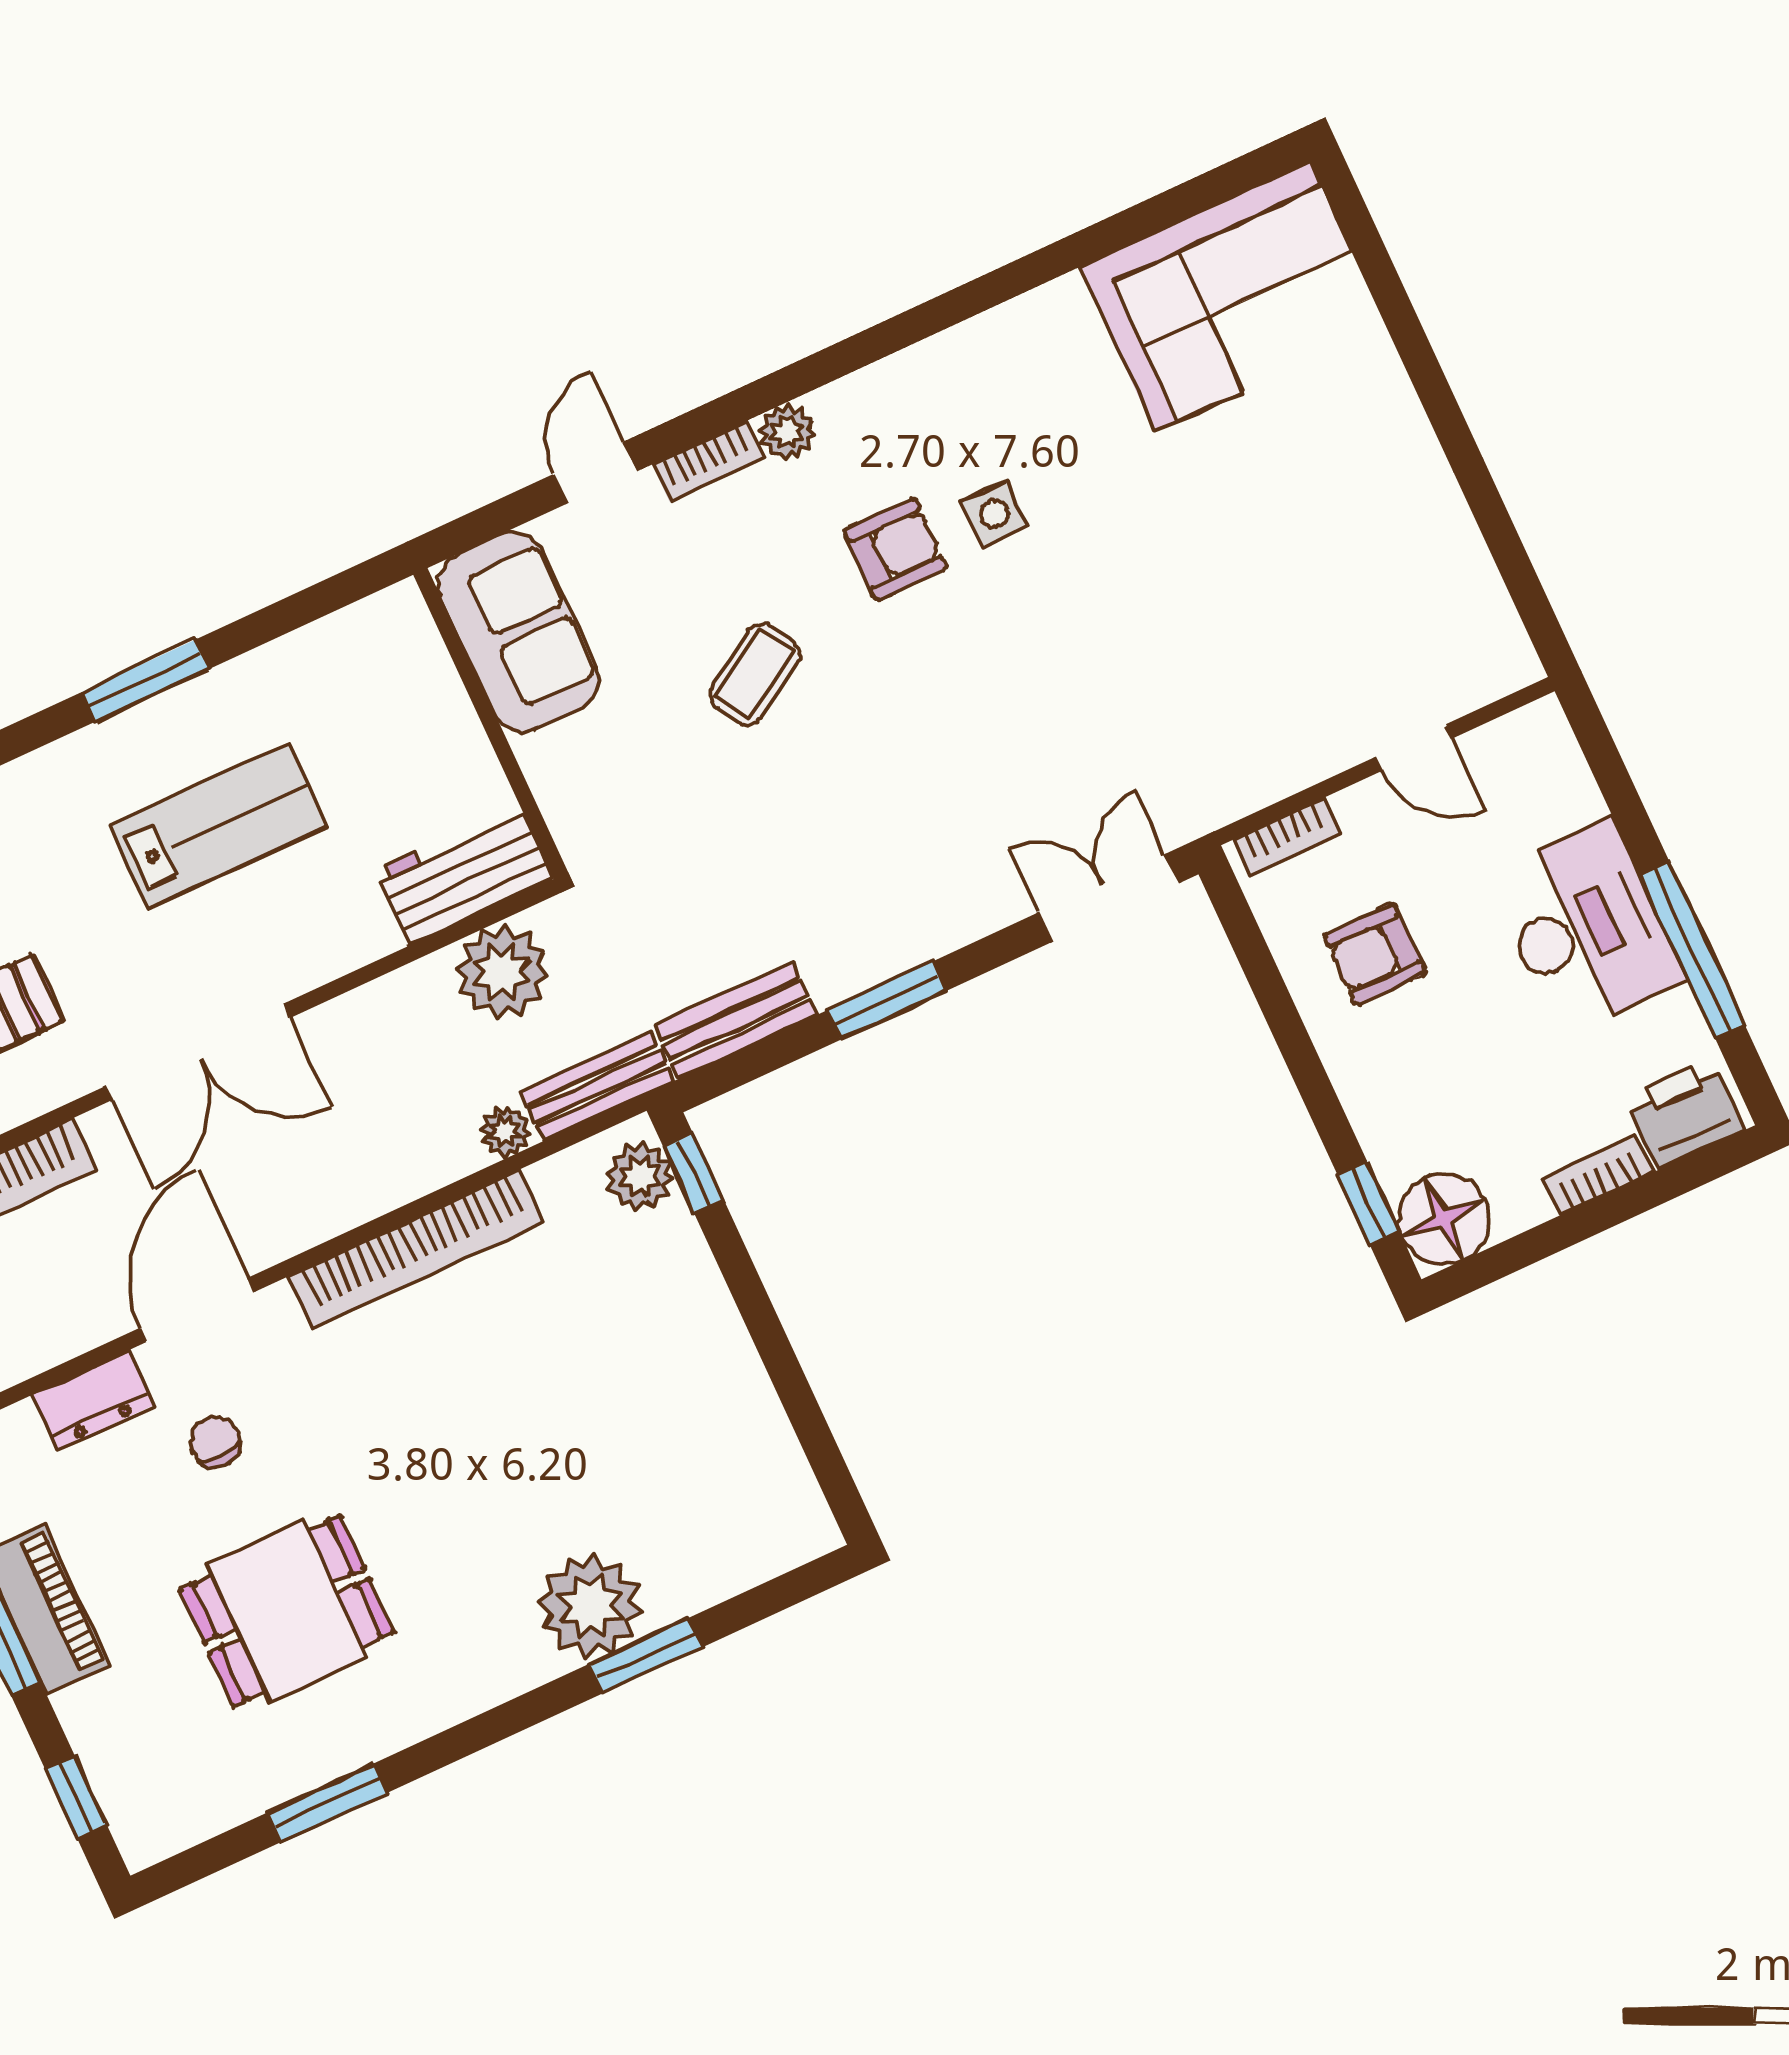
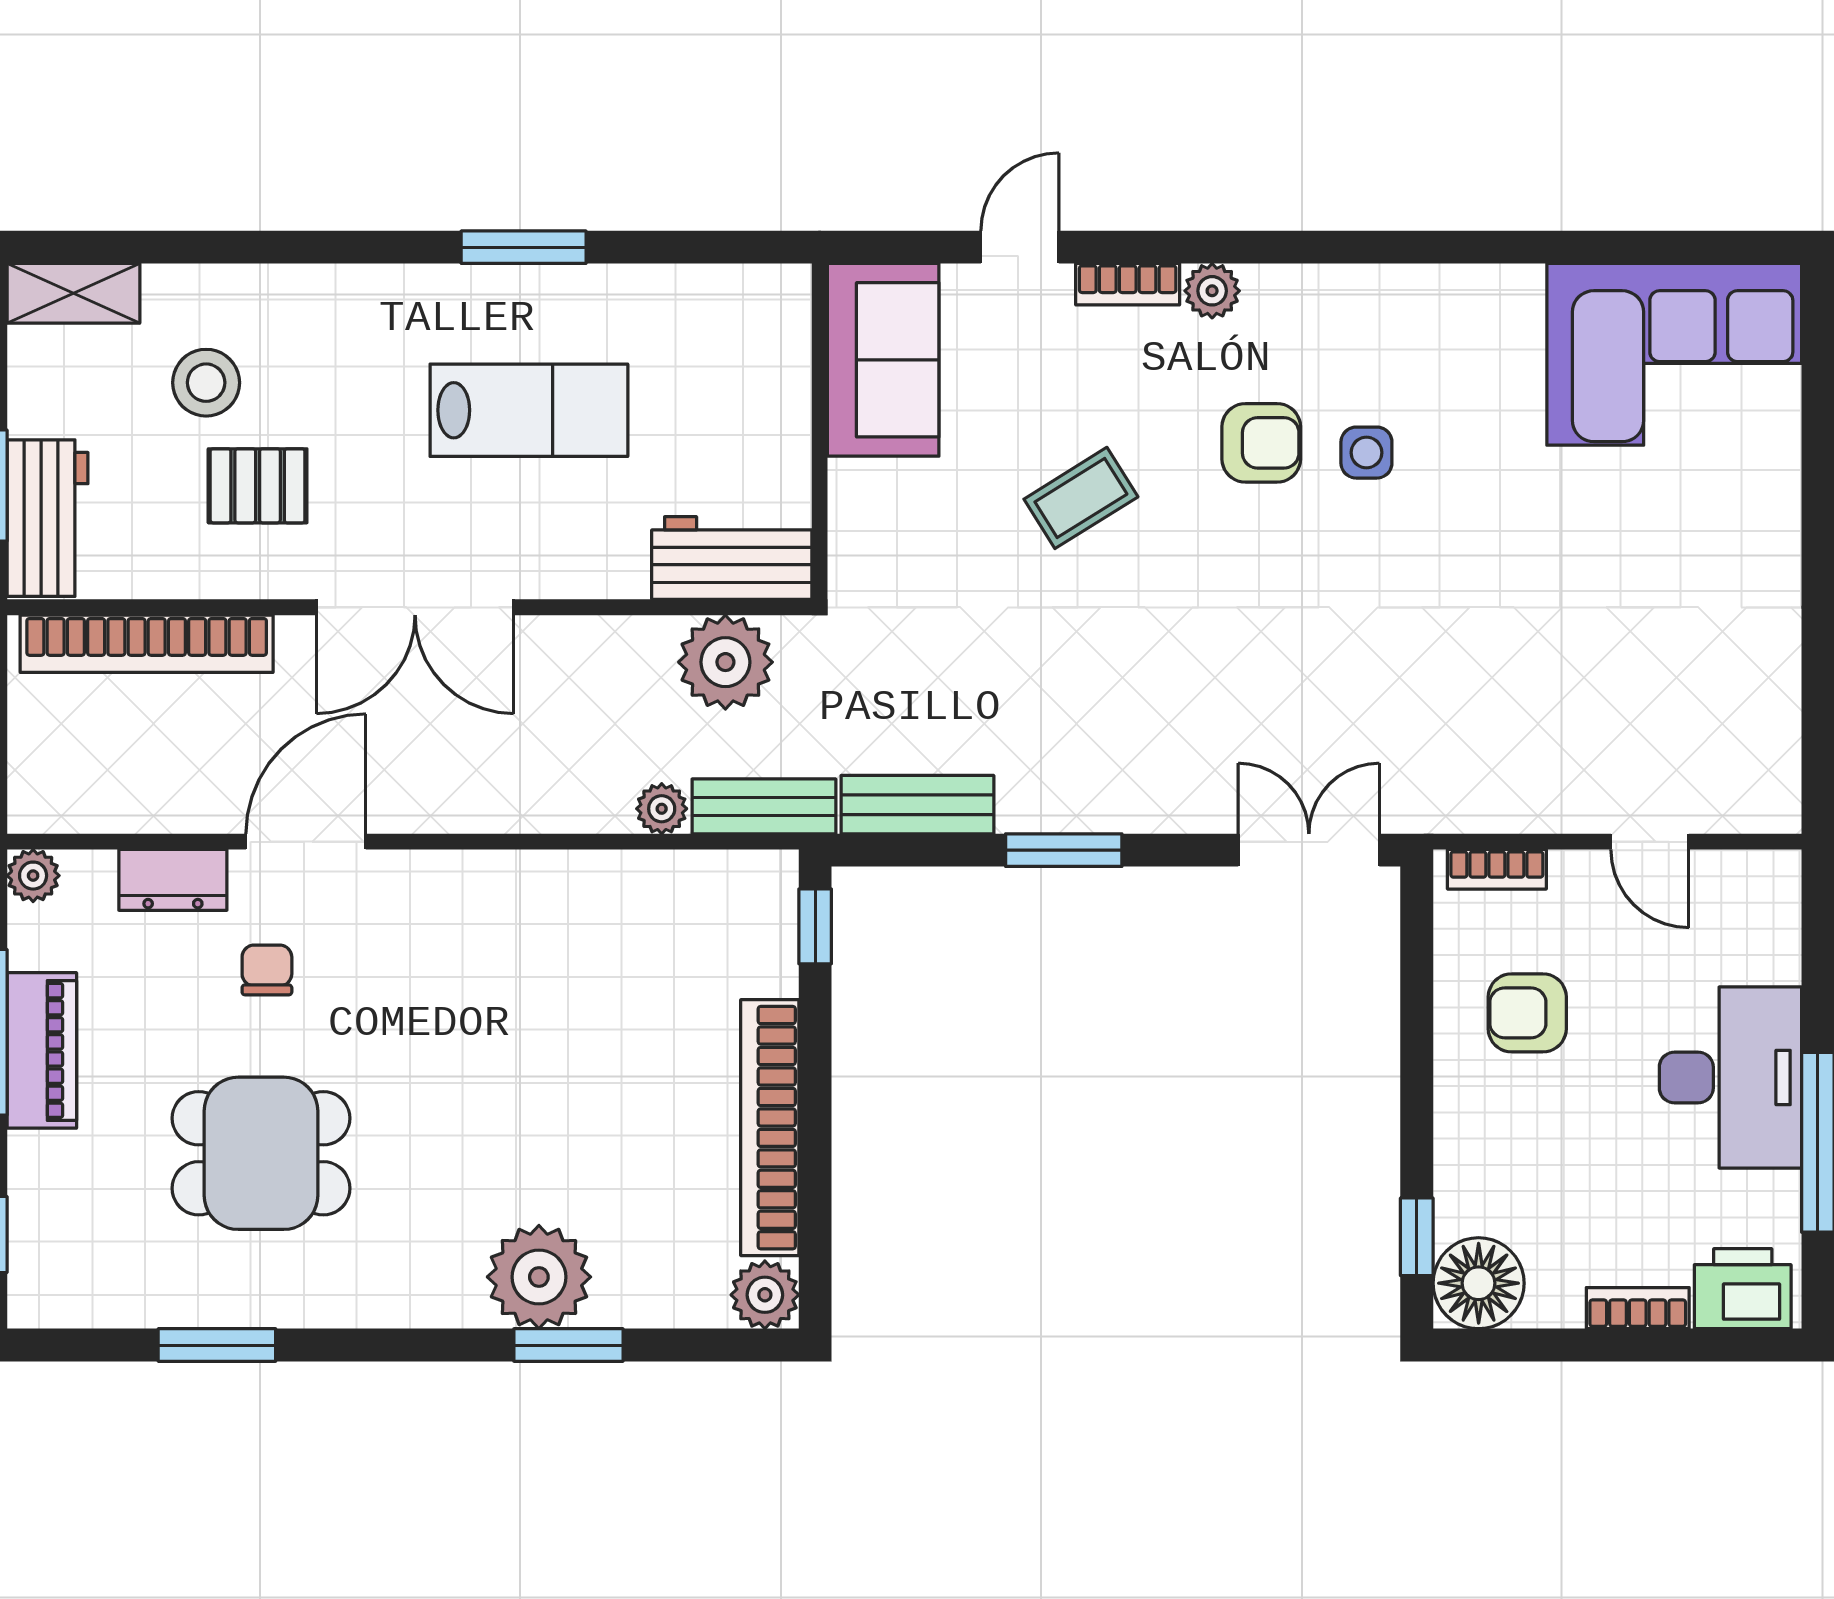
plant: (640, 1176) -> (765, 1295), moved
bookcase: (416, 1249) -> (770, 1128), moved, turned 90

